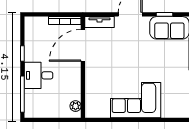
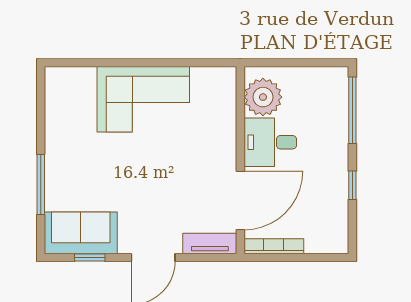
desk: (39, 75) -> (270, 142), moved, turned 180
plant: (76, 106) -> (263, 97), width x1.88, depth x1.88

